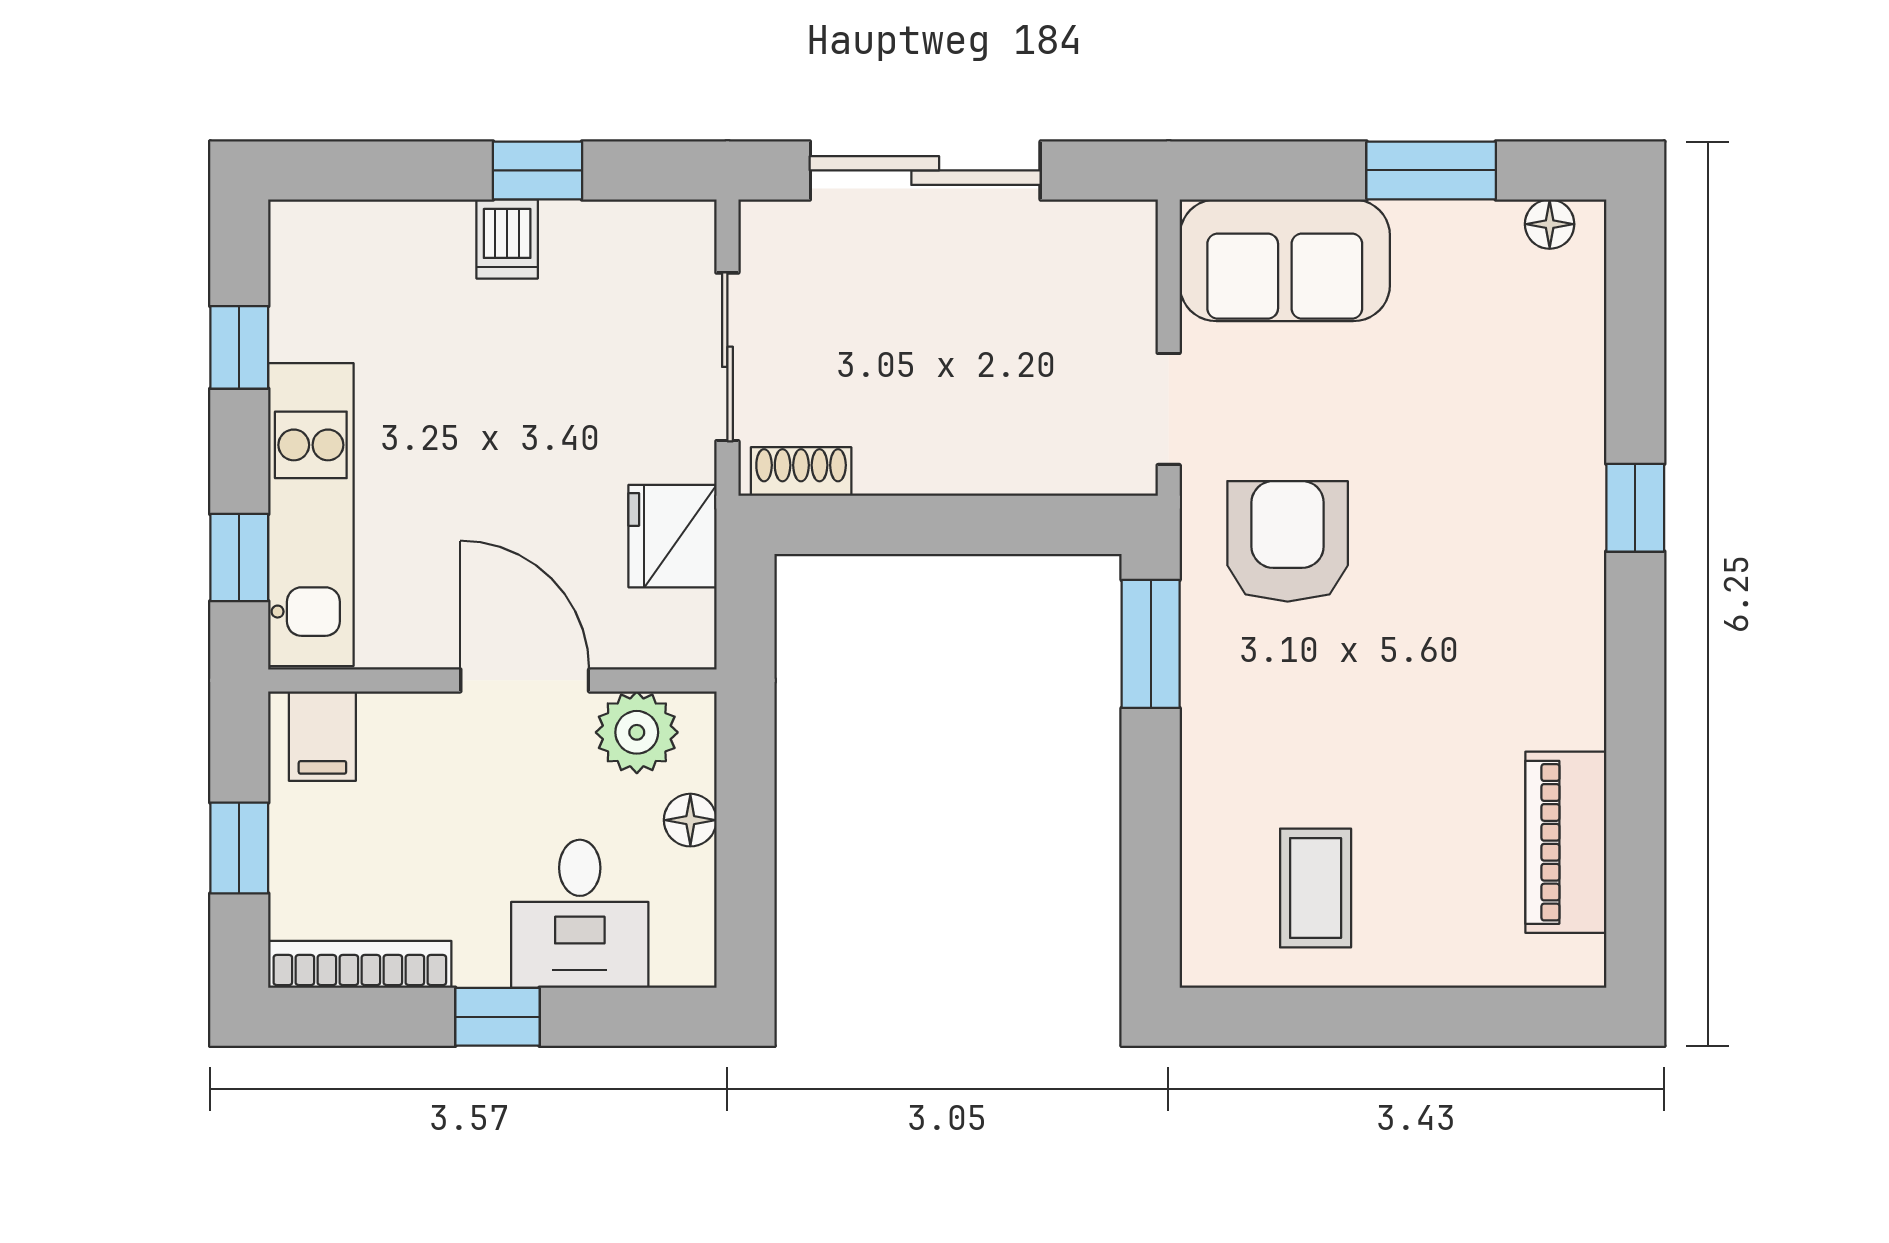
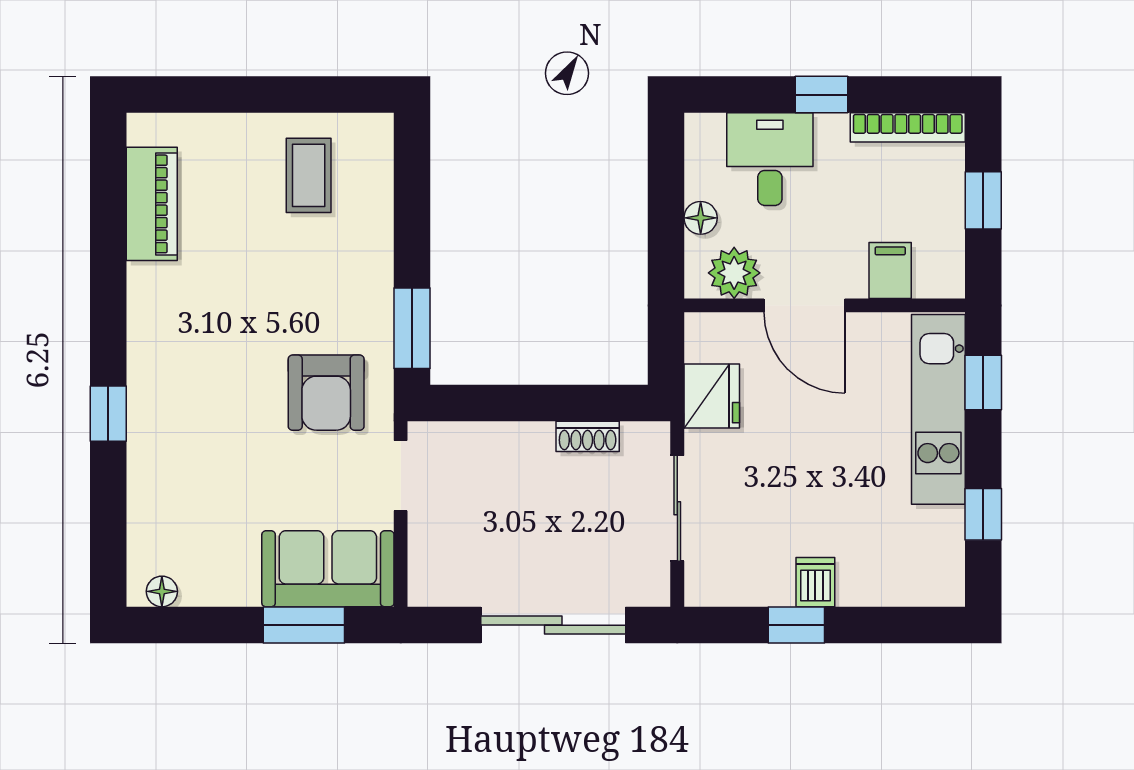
window: (1431, 170) -> (304, 625), moved
shoe rack: (801, 472) -> (588, 436), moved
filing cabinet: (322, 736) -> (890, 271), moved

